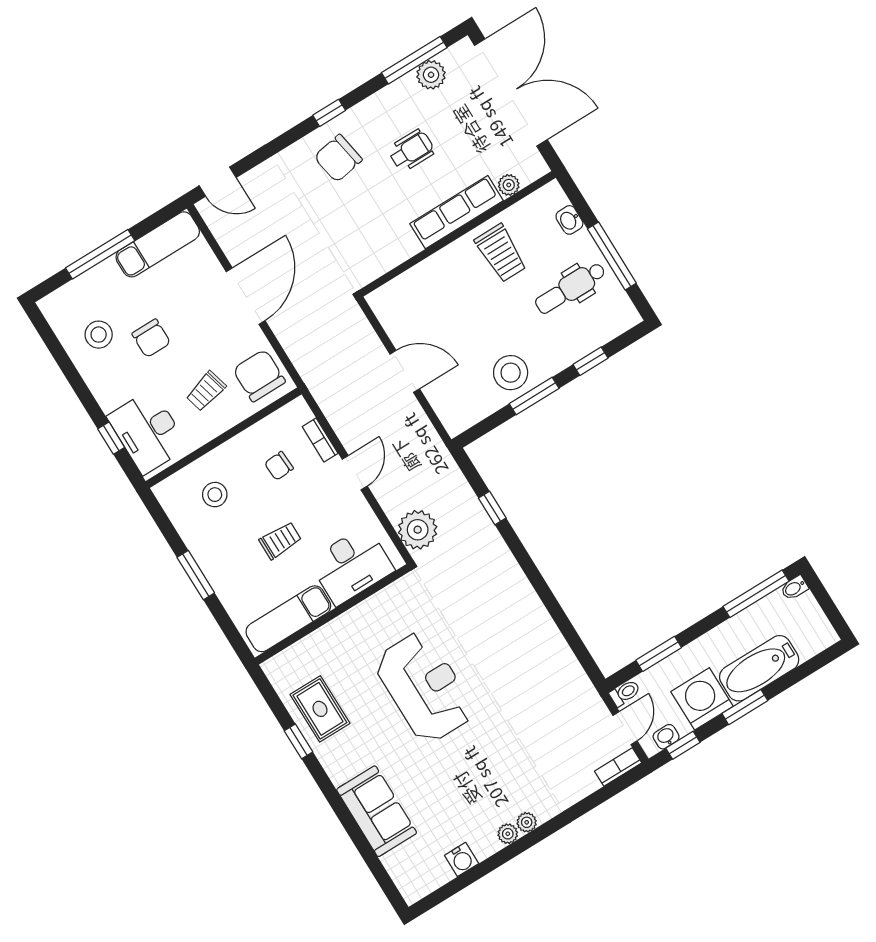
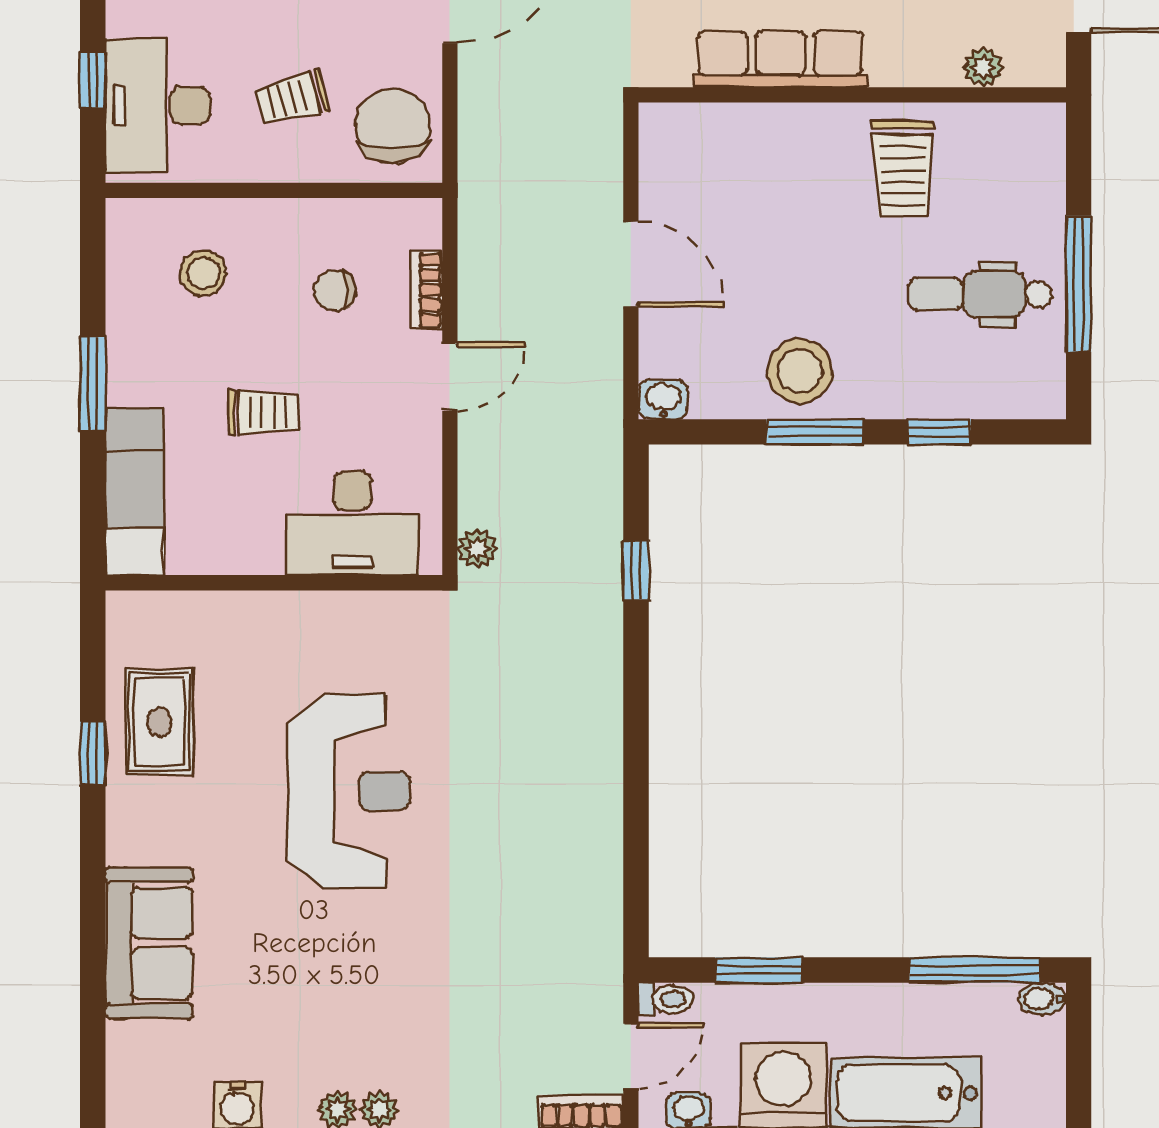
row of seats: (457, 212) -> (780, 59), moved
washbasin: (569, 220) -> (663, 399), moved, turned 90
plant: (418, 530) -> (477, 548), width x0.53, depth x0.53
exam couch: (288, 619) -> (135, 492), moved, turned 90

